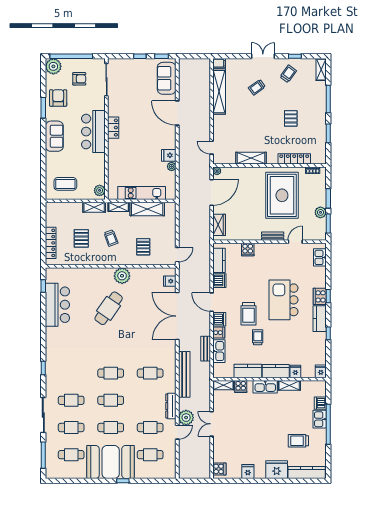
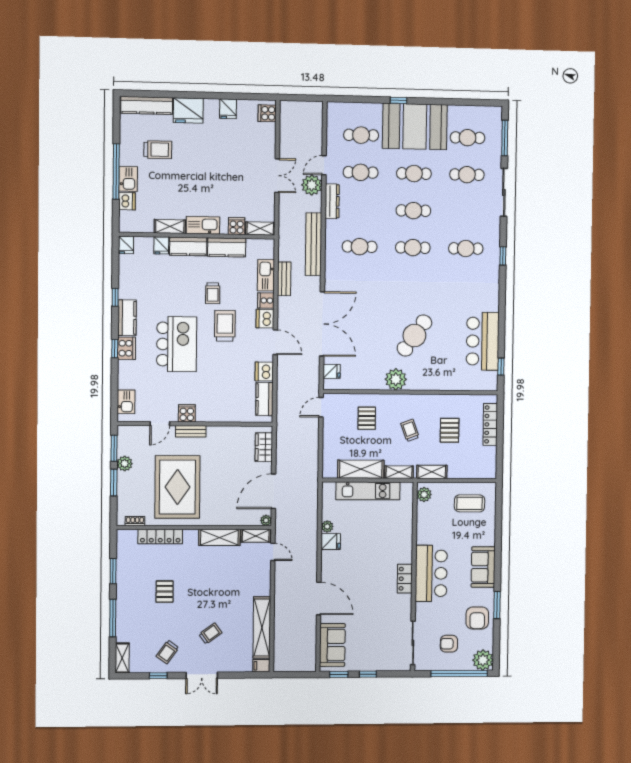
shelving: (224, 159) -> (256, 536), added
cooker: (248, 249) -> (187, 413), moved
cafe table: (71, 400) -> (466, 248), moved

